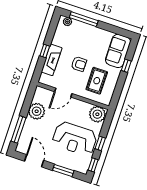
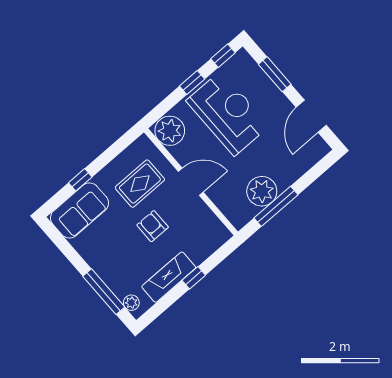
fireplace: (52, 60) -> (169, 277), moved
door: (63, 93) -> (191, 182), moved
window: (18, 129) -> (276, 206), moved

